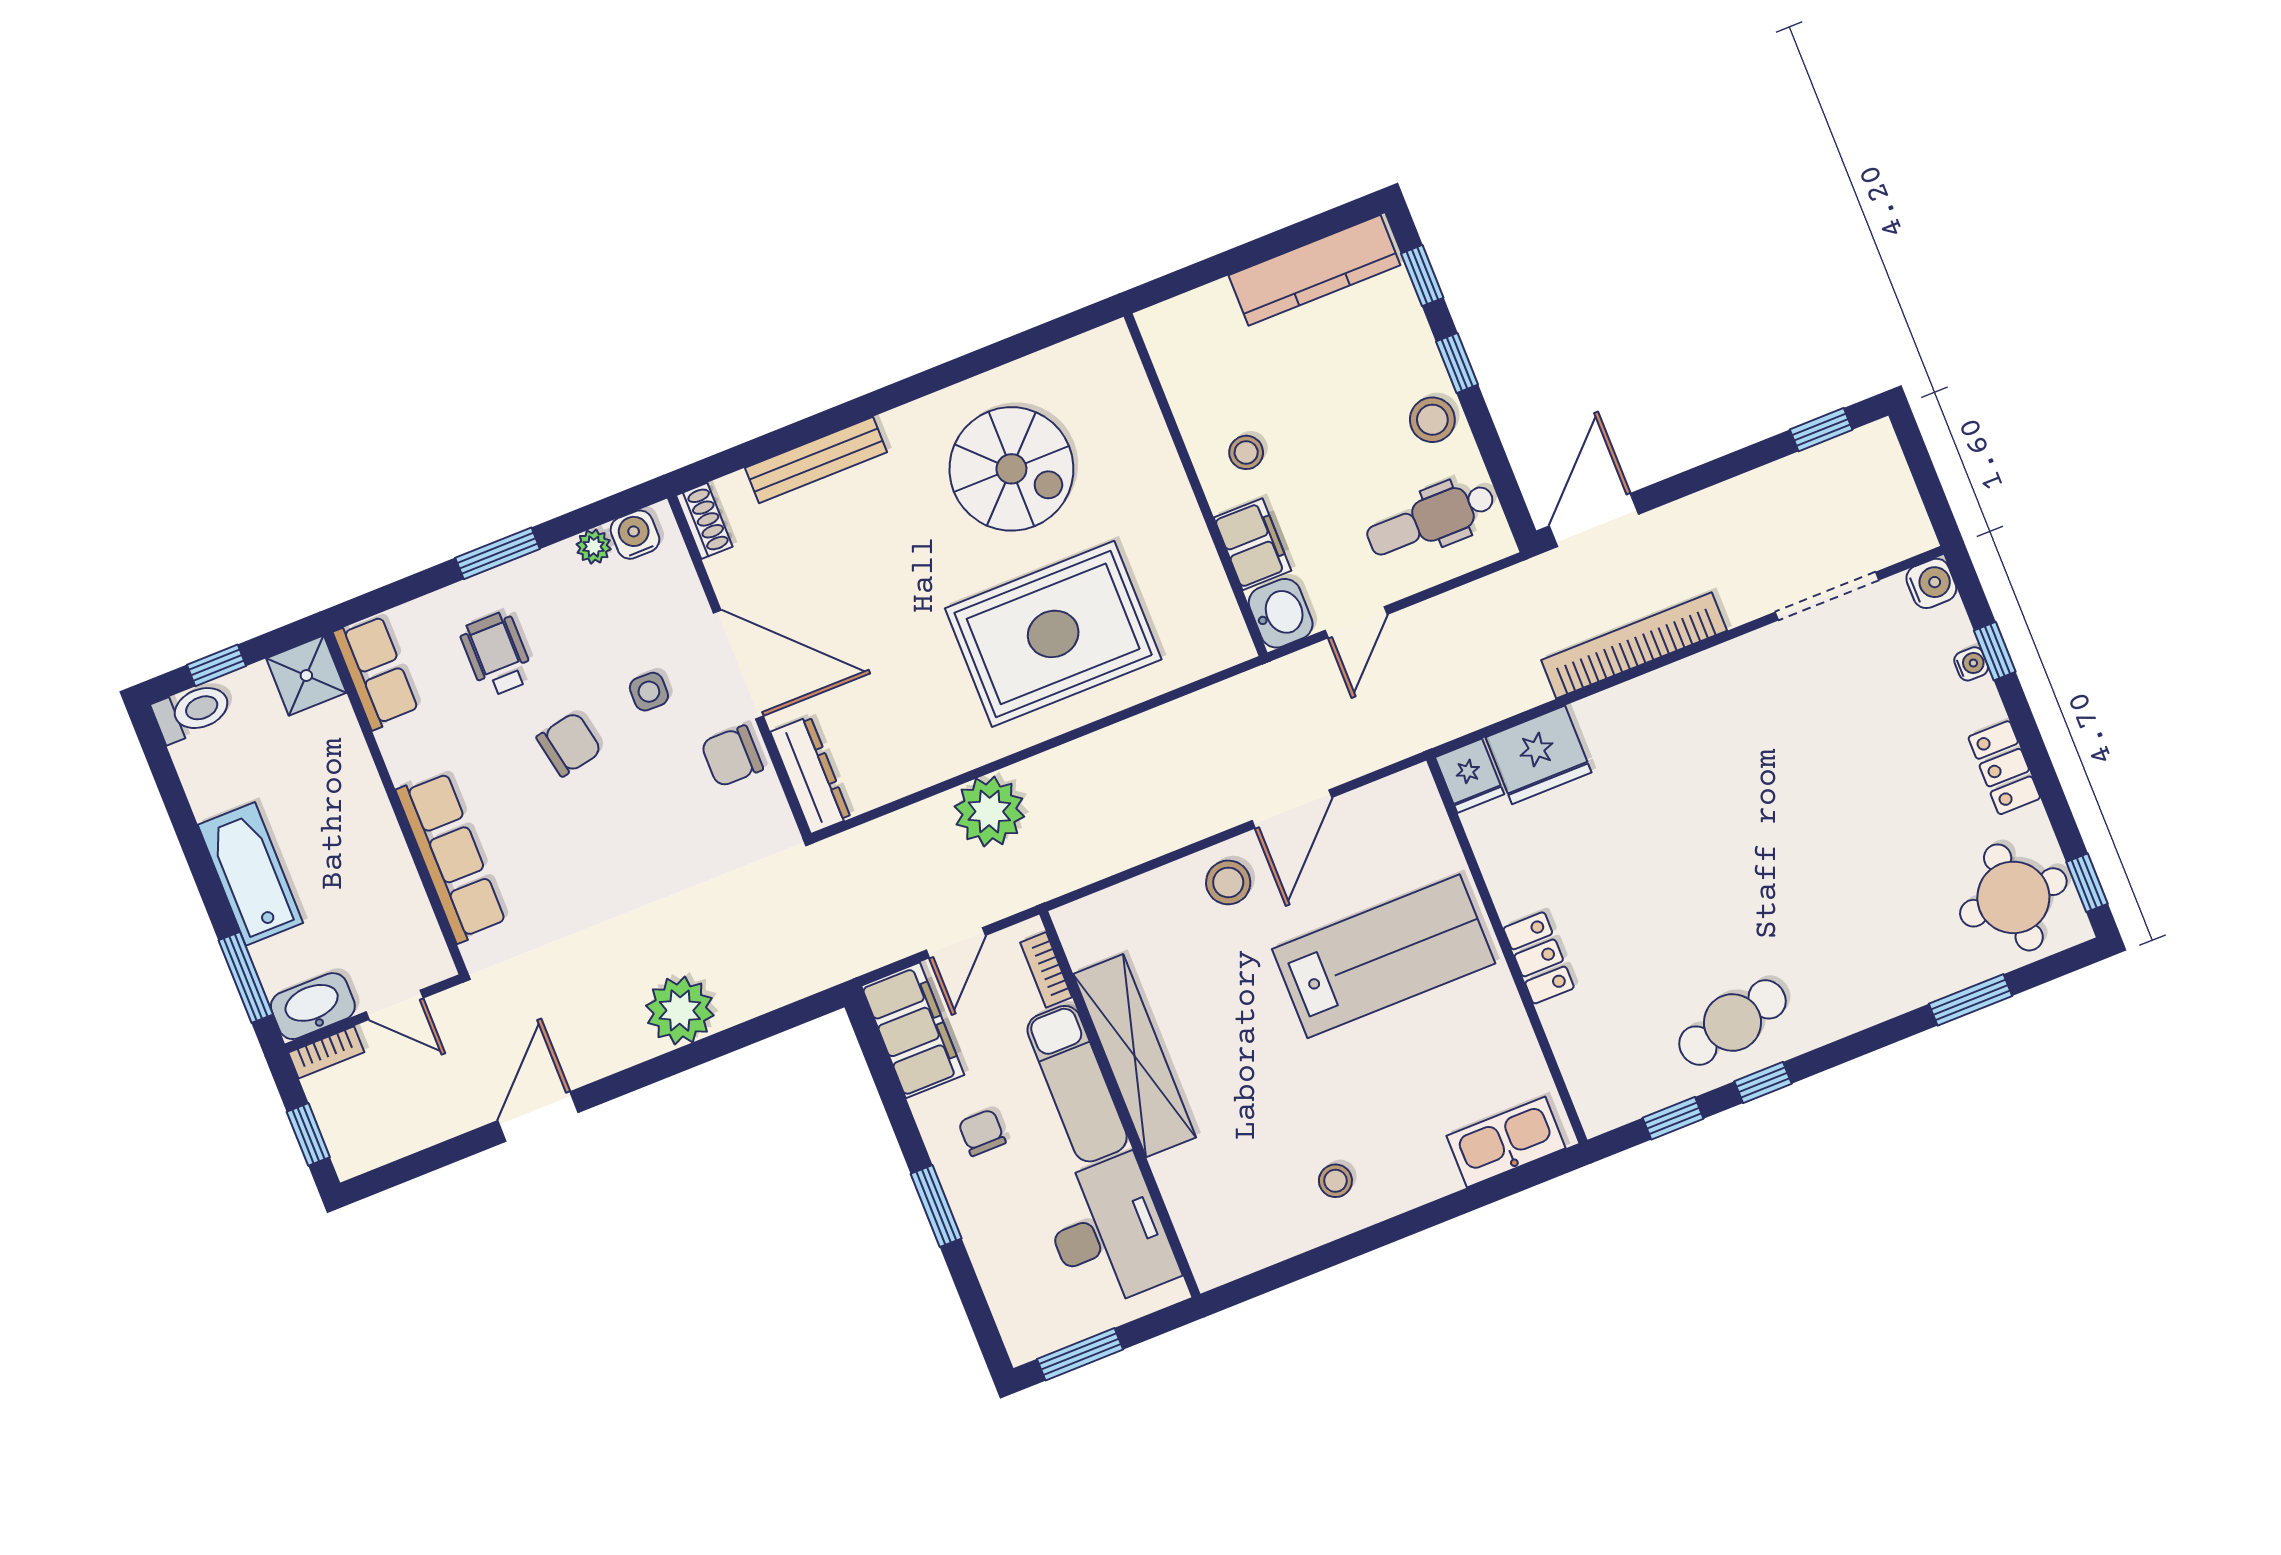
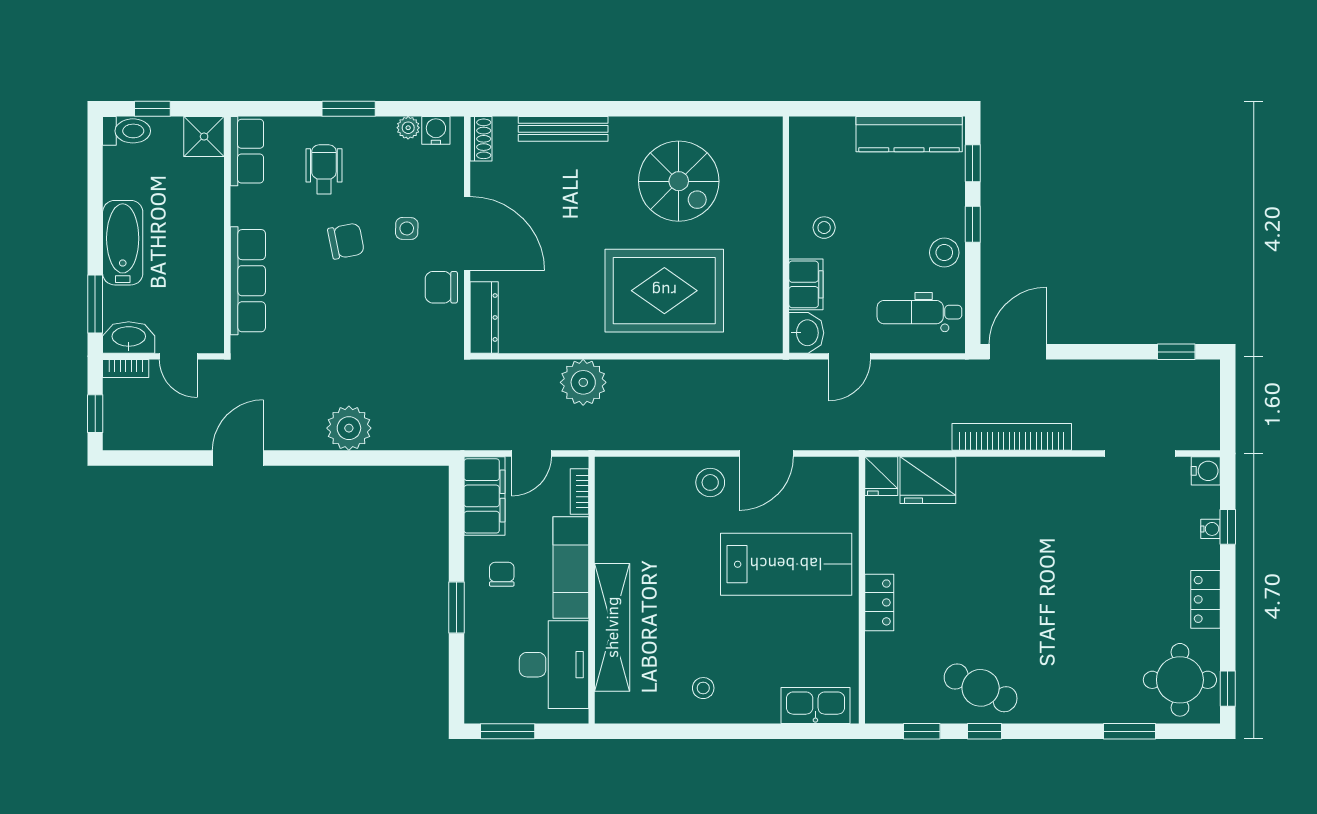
cafe table: (1732, 1022) -> (981, 688), turned 37
shelving: (1135, 1056) -> (612, 627), moved

